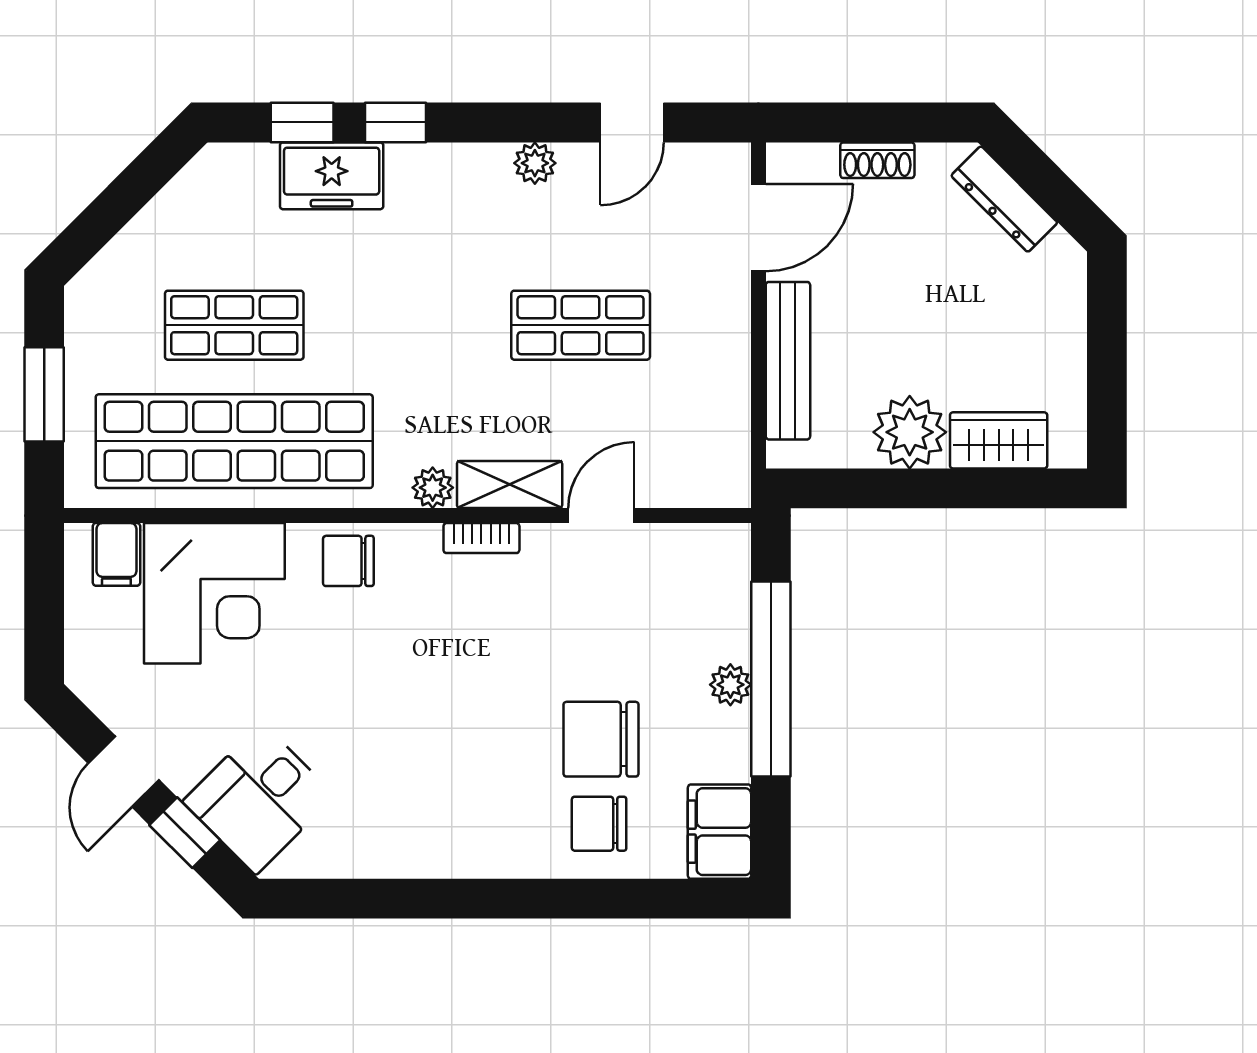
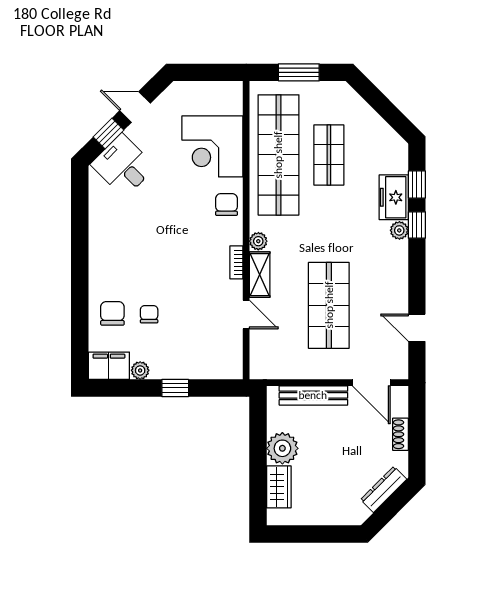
plant: (535, 163) -> (399, 230), moved
shop shelf: (581, 325) -> (329, 305), width x1.43, depth x1.36
filing cabinet: (116, 554) -> (229, 104), removed
window: (771, 679) -> (175, 388), width x0.32
plant: (730, 685) -> (140, 370), moved
chair: (601, 739) -> (149, 314), width x0.54, depth x0.54

